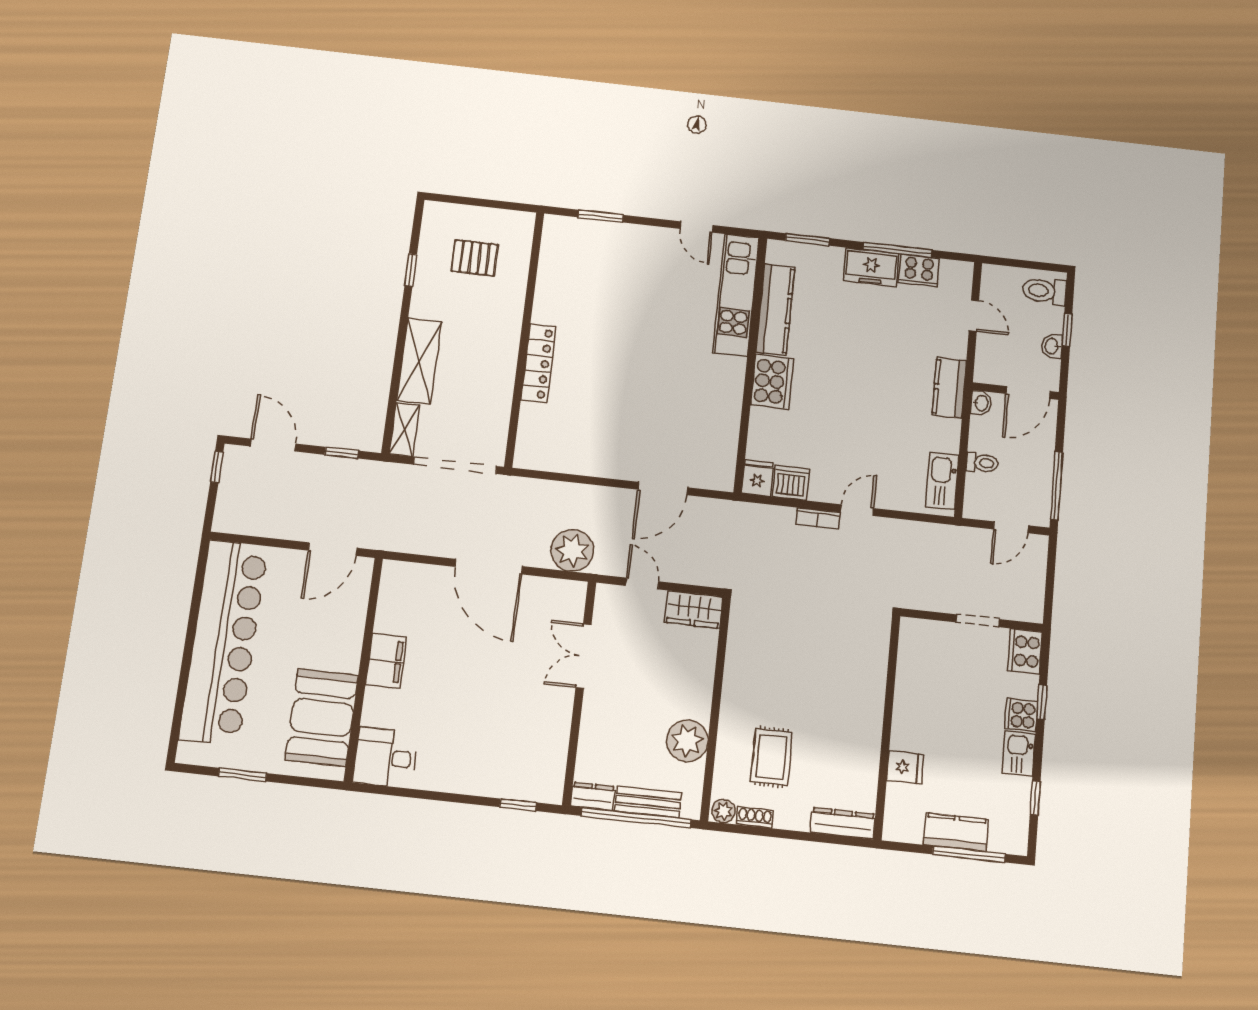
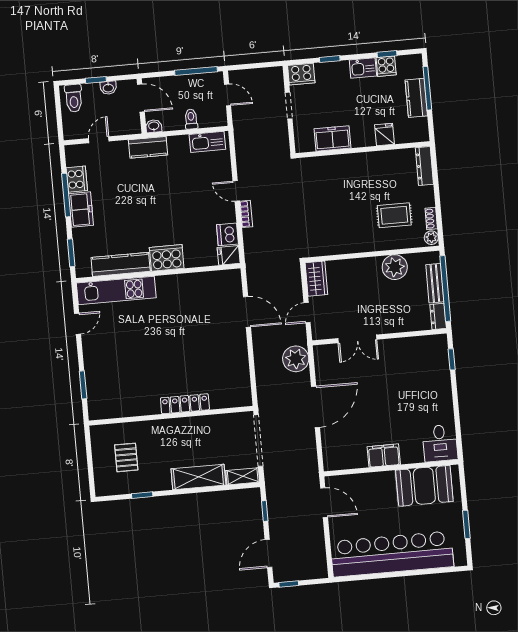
freezer: (913, 681) -> (332, 138), added
cooker: (1021, 715) -> (386, 66), moved

